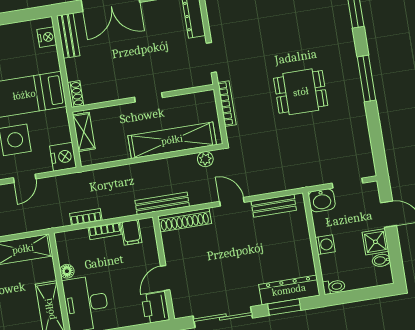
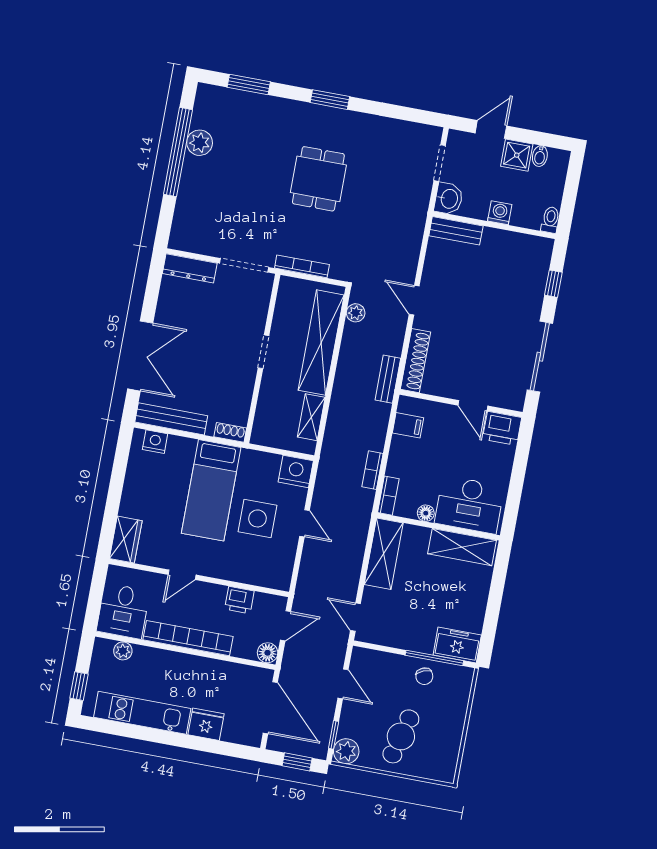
bench: (68, 36) -> (171, 419), width x1.36
doorway: (211, 58) -> (244, 265), width x1.38
window: (367, 79) -> (330, 100), width x0.69
shelving: (84, 132) -> (311, 417), moved, turned 90
door: (232, 202) -> (414, 300), hinge flipped
bench: (162, 203) -> (388, 379), width x0.73
bench: (274, 206) -> (456, 231), moved, turned 90
bookcase: (105, 231) -> (388, 496), moved
dresser: (289, 290) -> (536, 271), removed
window: (284, 307) -> (553, 284), width x0.67

